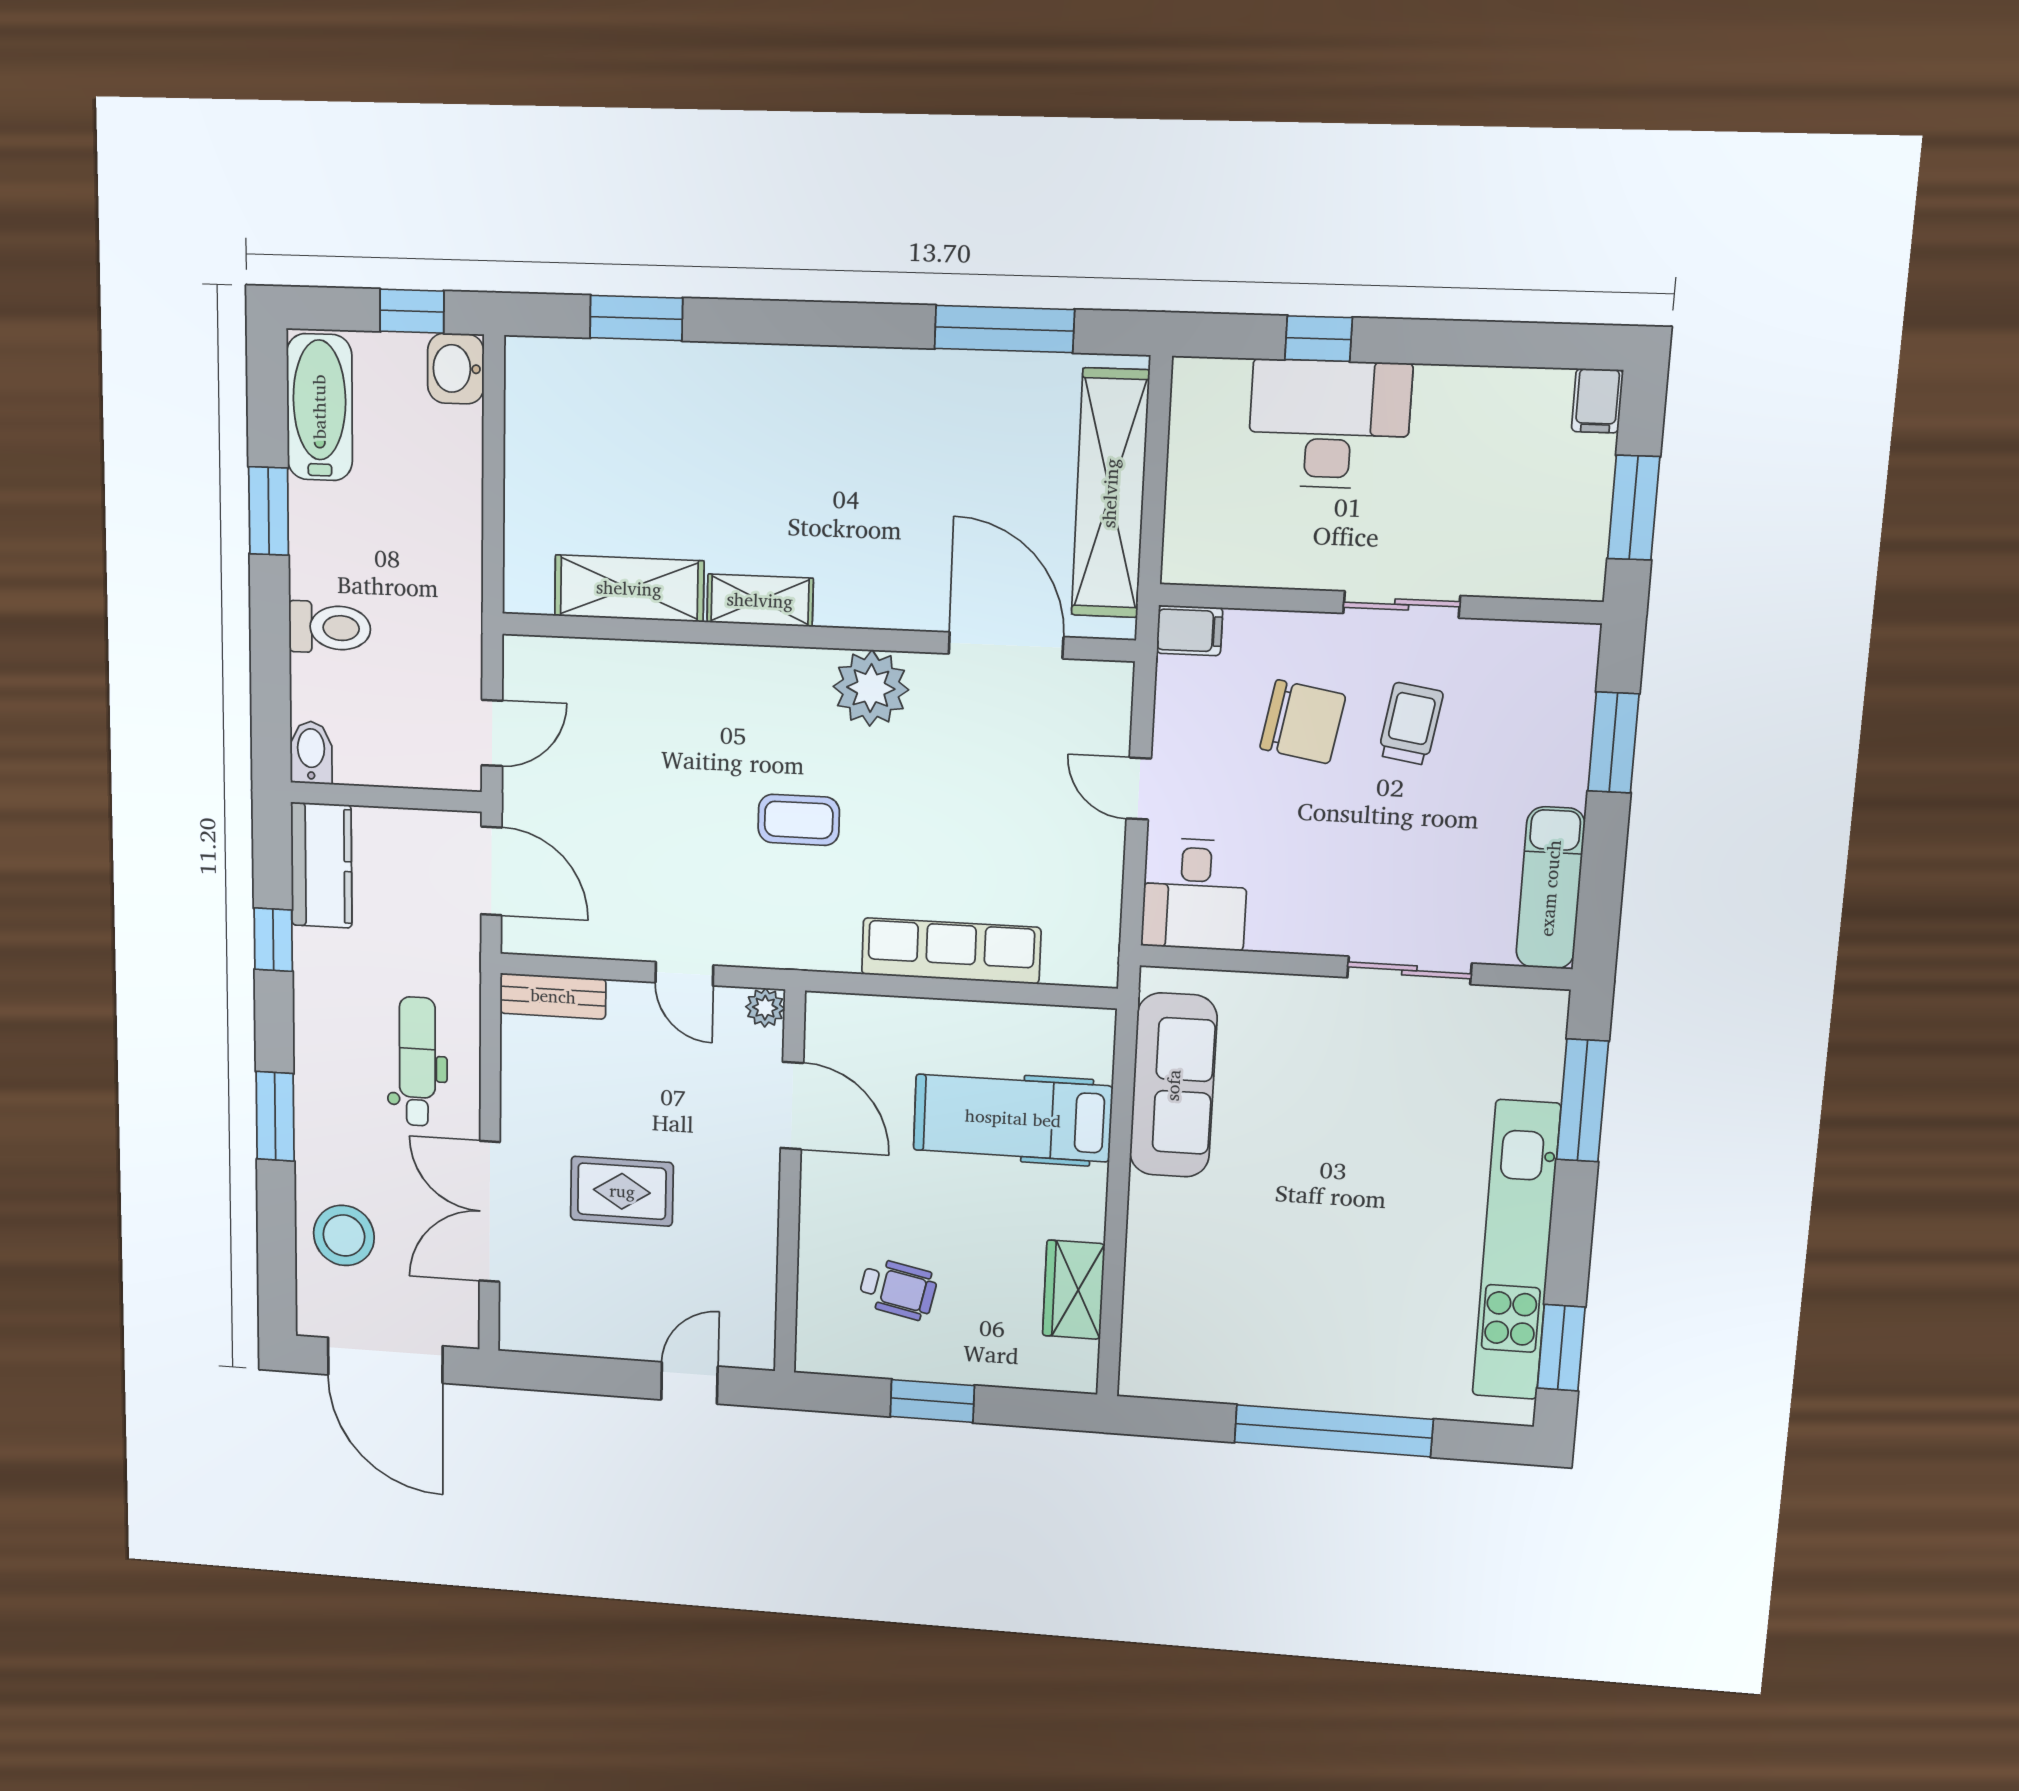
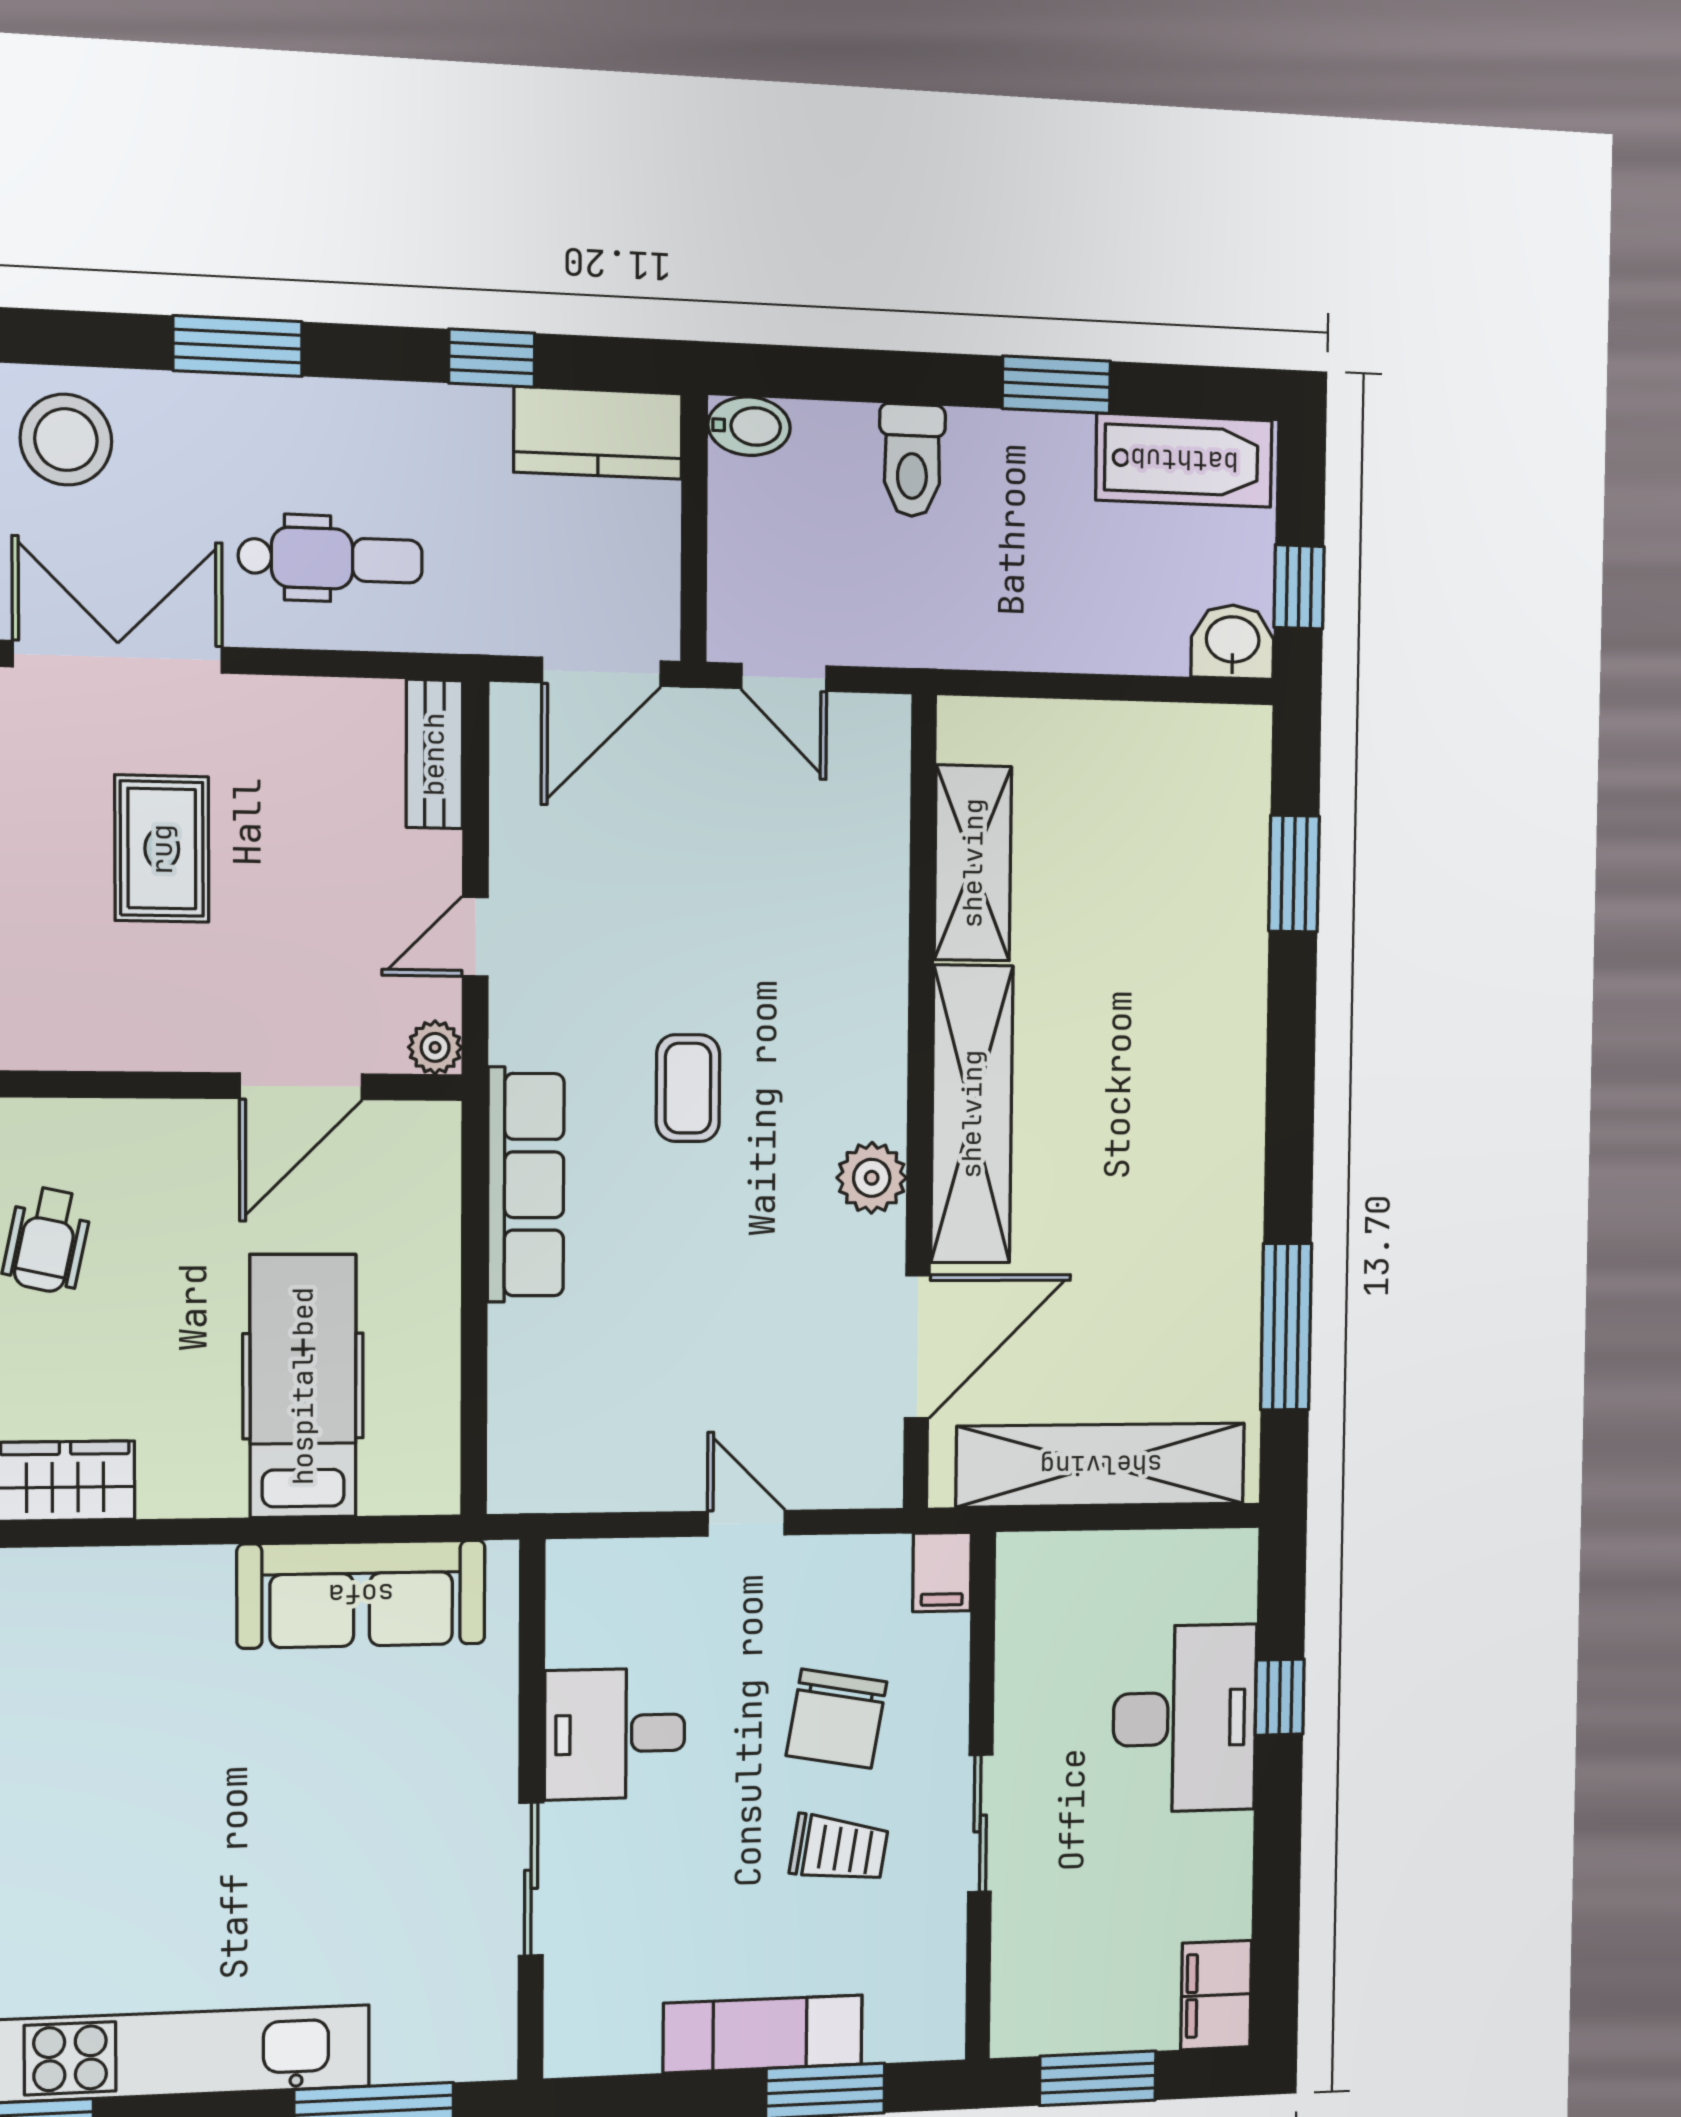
filing cabinet: (1597, 401) -> (1216, 1995), width x2.00
shelving: (760, 600) -> (972, 1114), width x2.20, depth x1.33
plant: (871, 688) -> (872, 1178), width x0.73, depth x0.73
door: (1139, 789) -> (746, 1523), hinge flipped
exam couch: (1550, 888) -> (763, 2034), moved
desk: (1195, 894) -> (615, 1734), moved
row of seats: (951, 951) -> (526, 1185), moved

